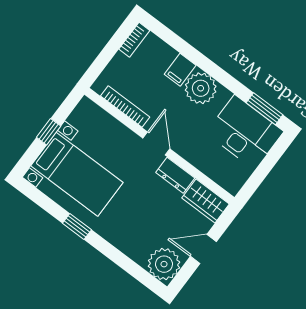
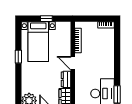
filing cabinet: (180, 70) -> (108, 51), removed
plant: (201, 88) -> (107, 64), removed
door: (156, 144) -> (73, 63), swing flipped

